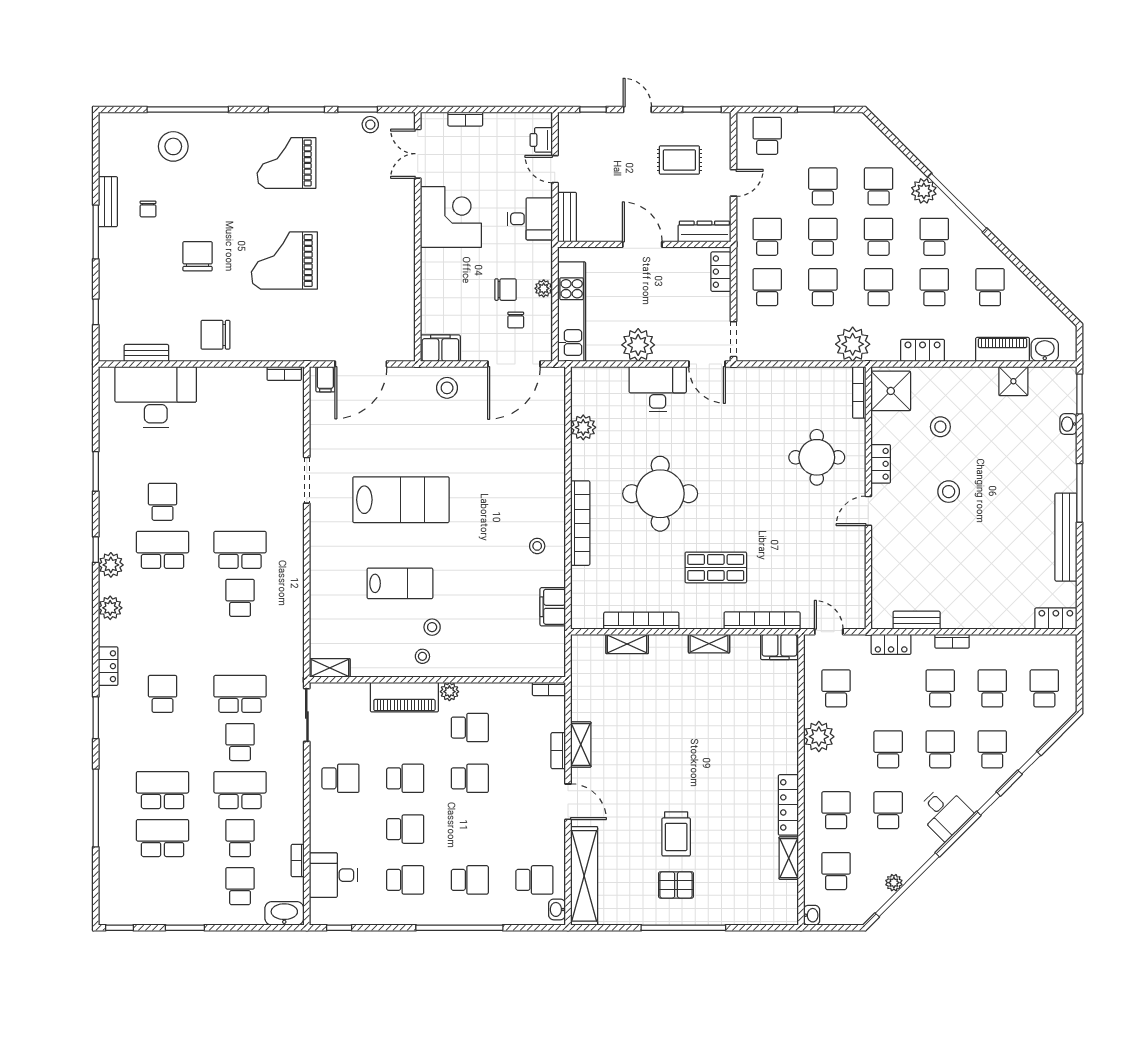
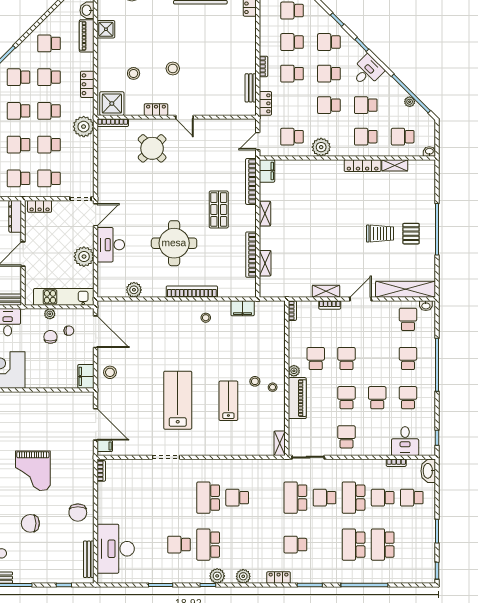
bench: (146, 353) -> (89, 559), width x1.36
round table: (817, 457) -> (152, 148), turned 45

